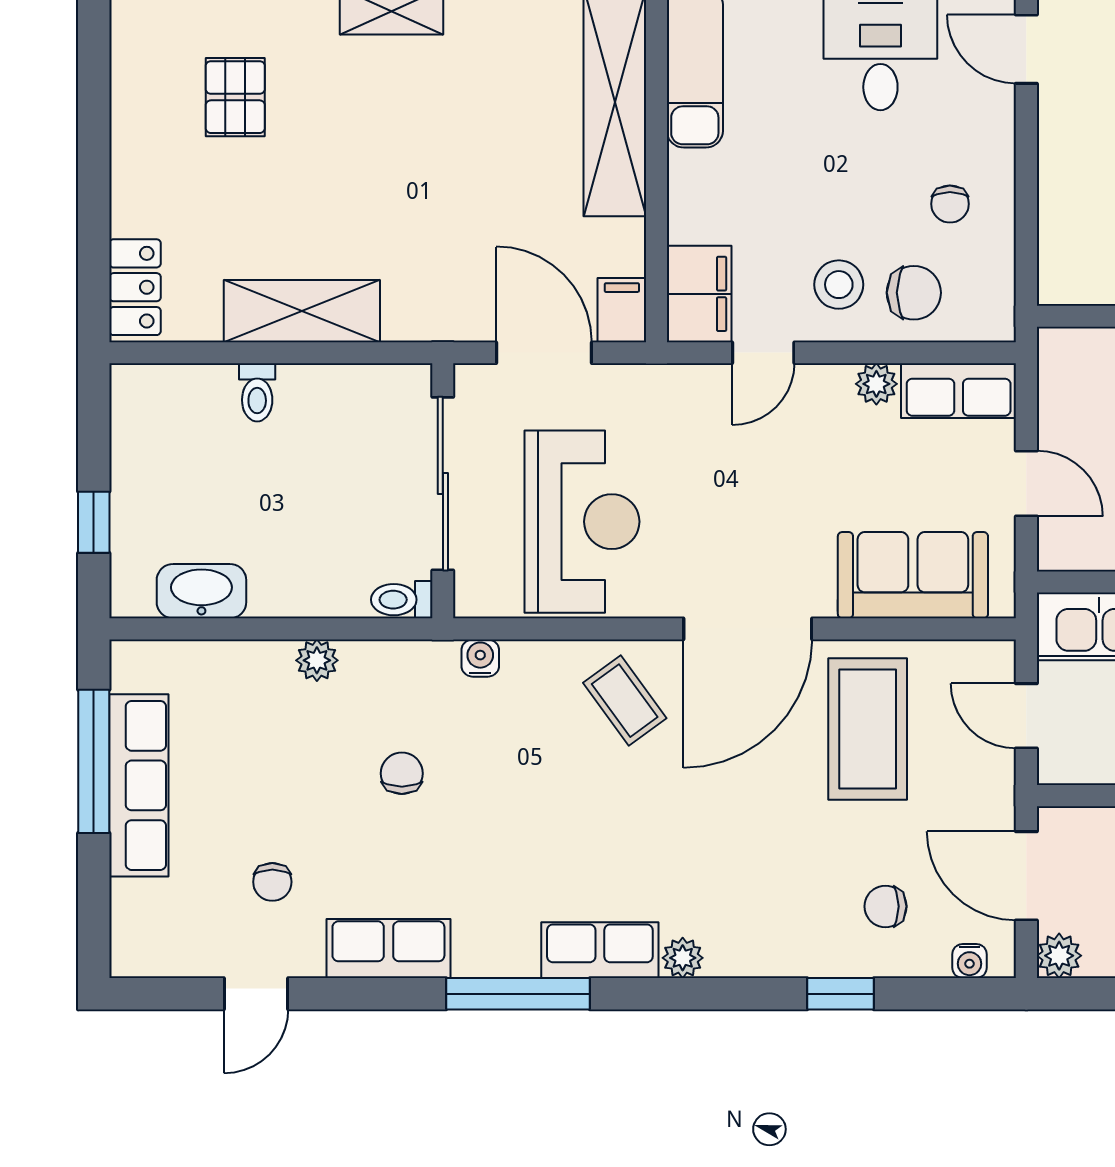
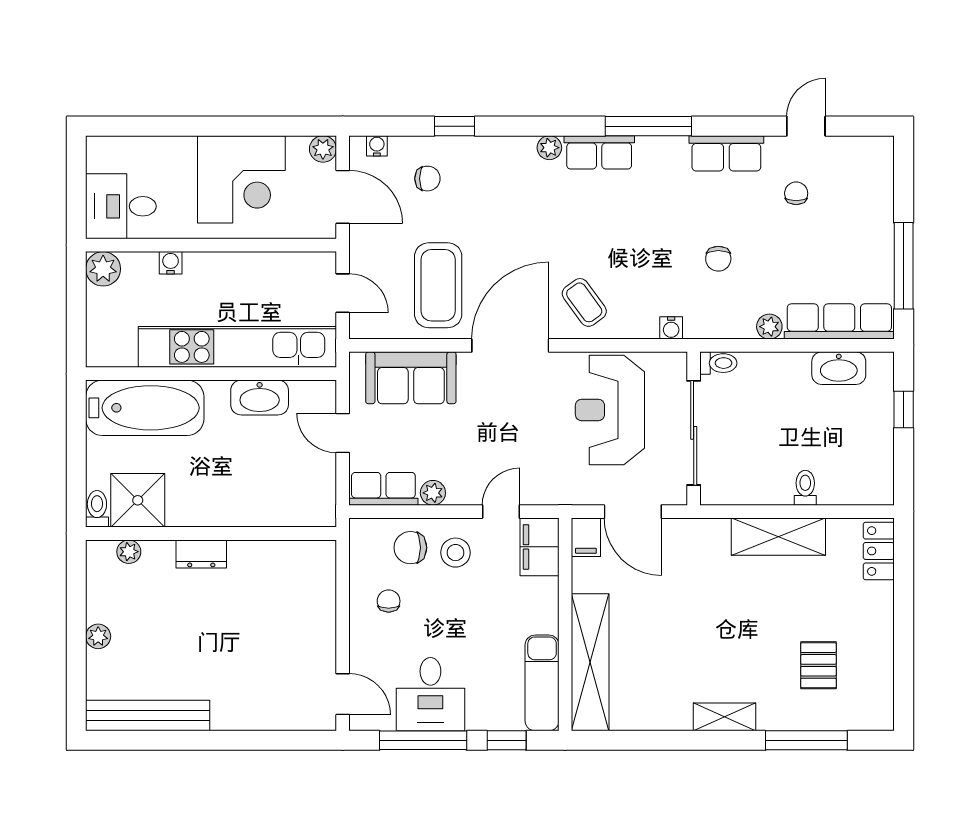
row of seats: (139, 785) -> (839, 321), moved, turned 90

